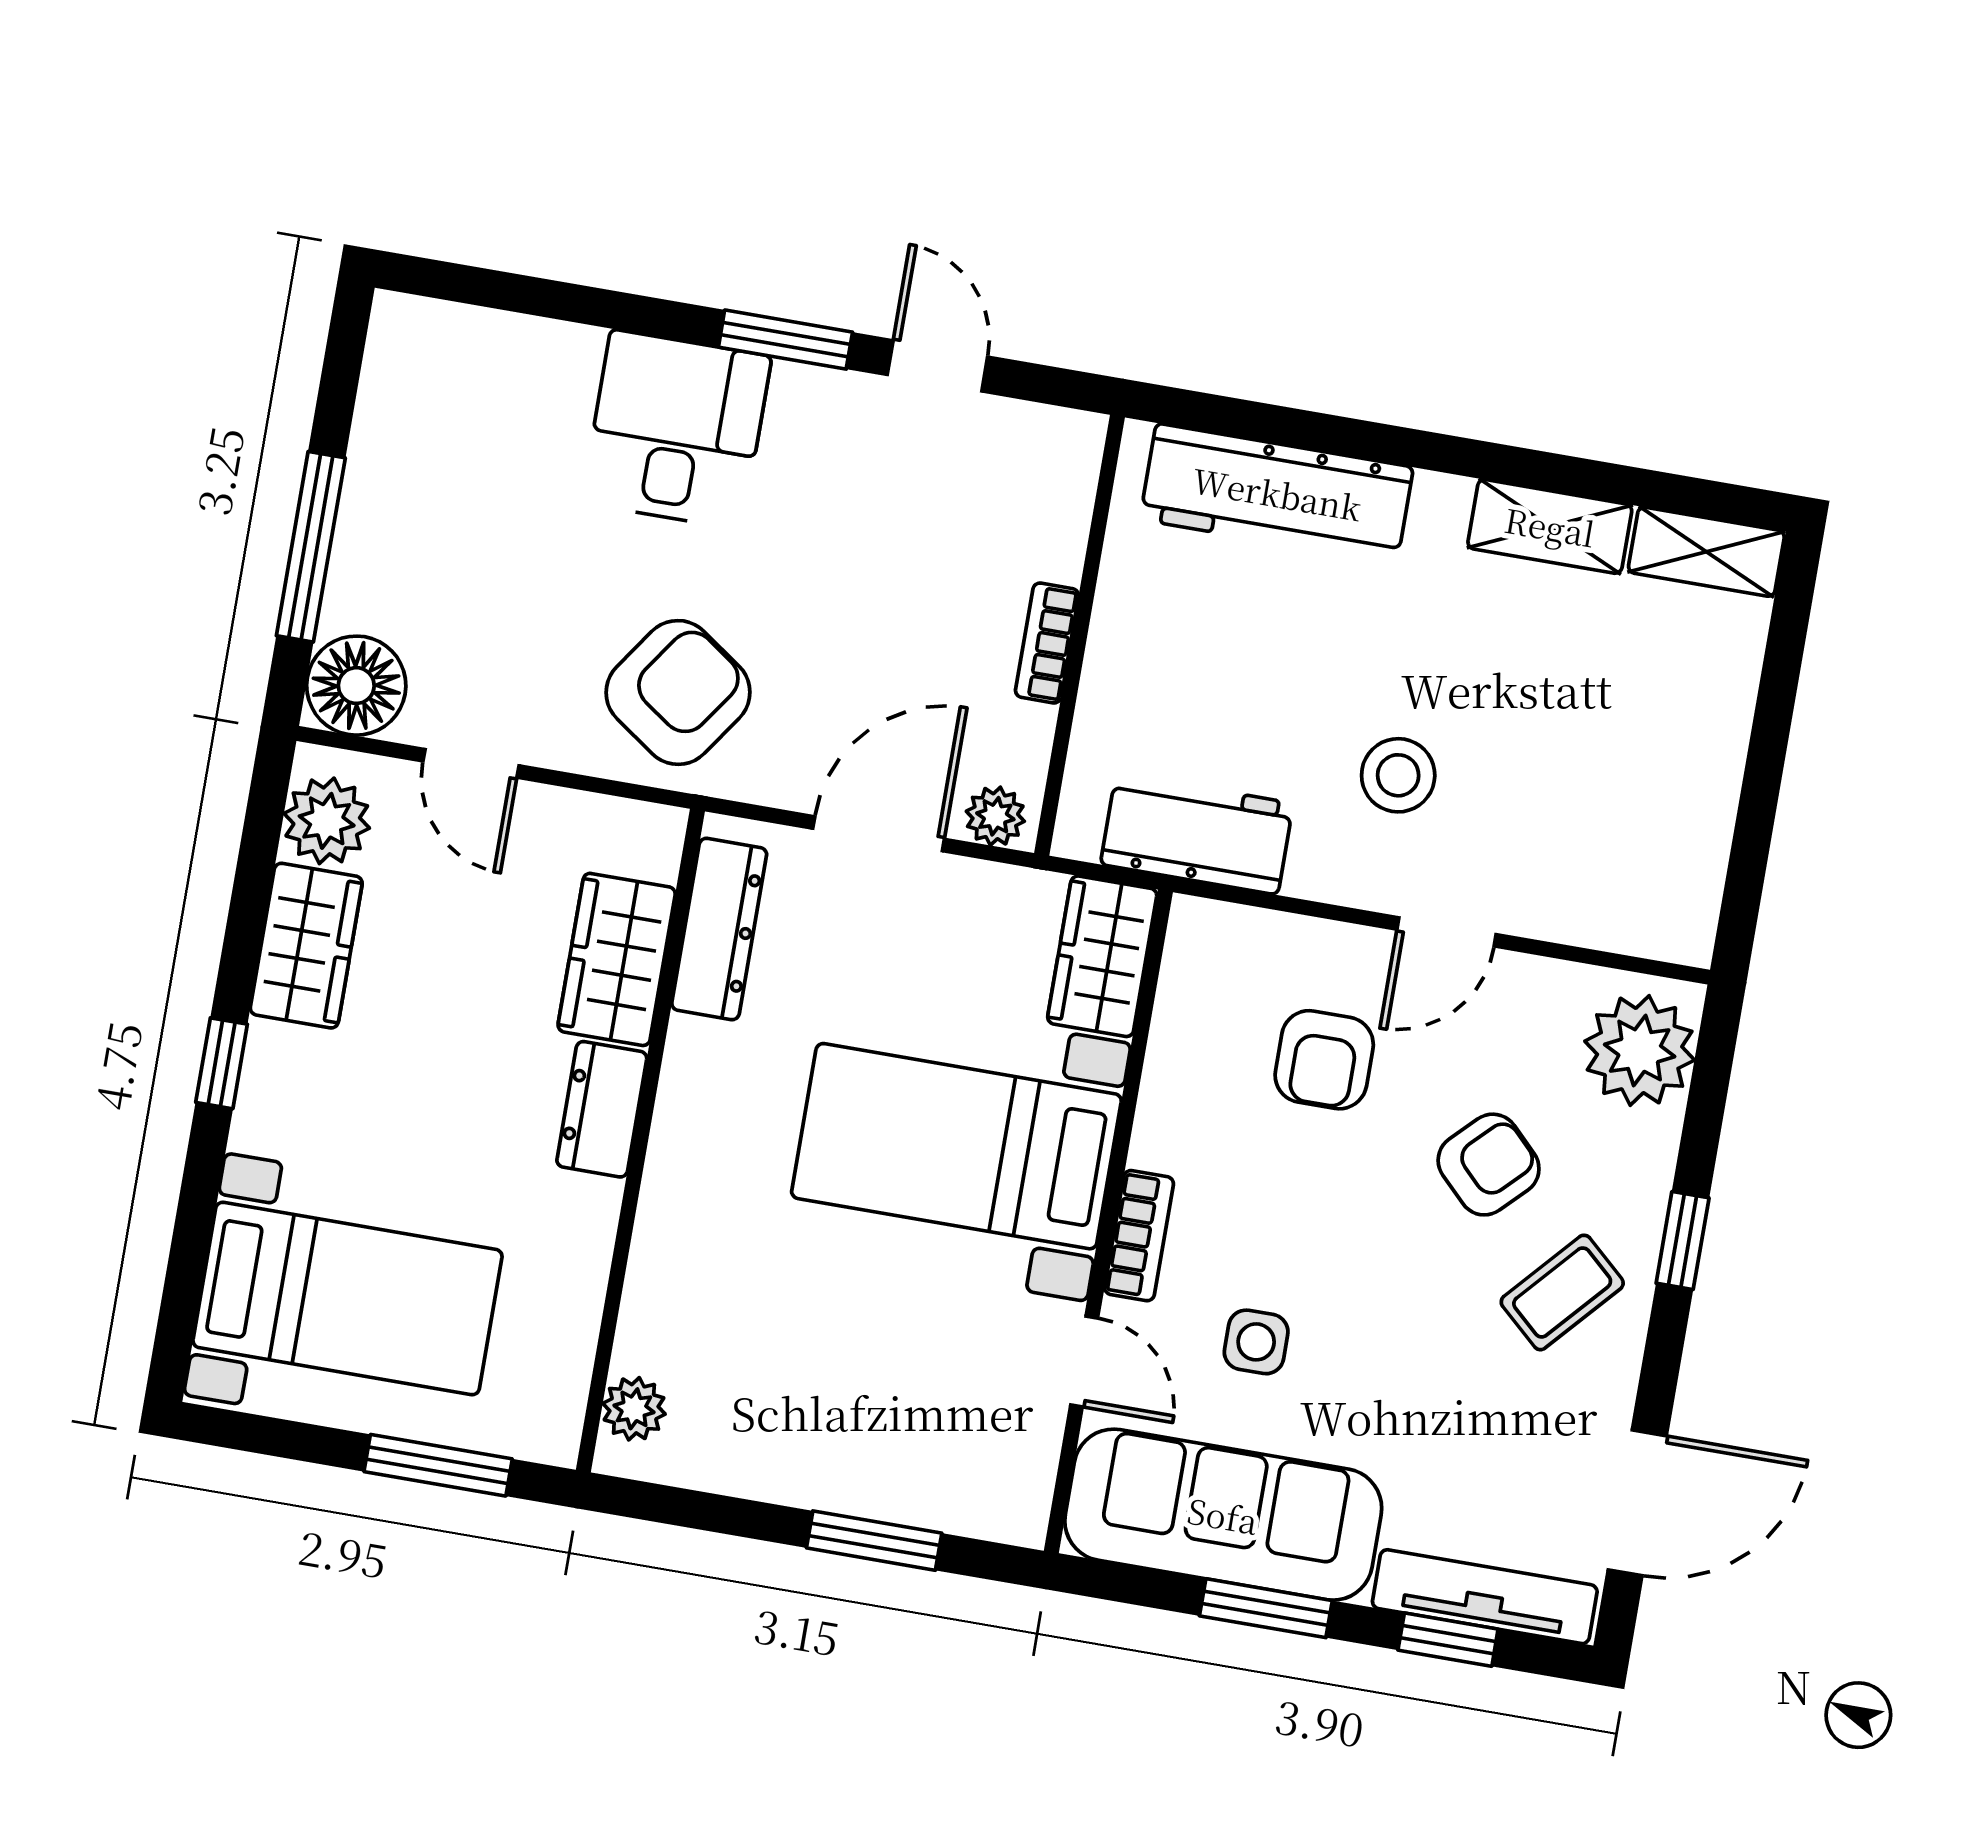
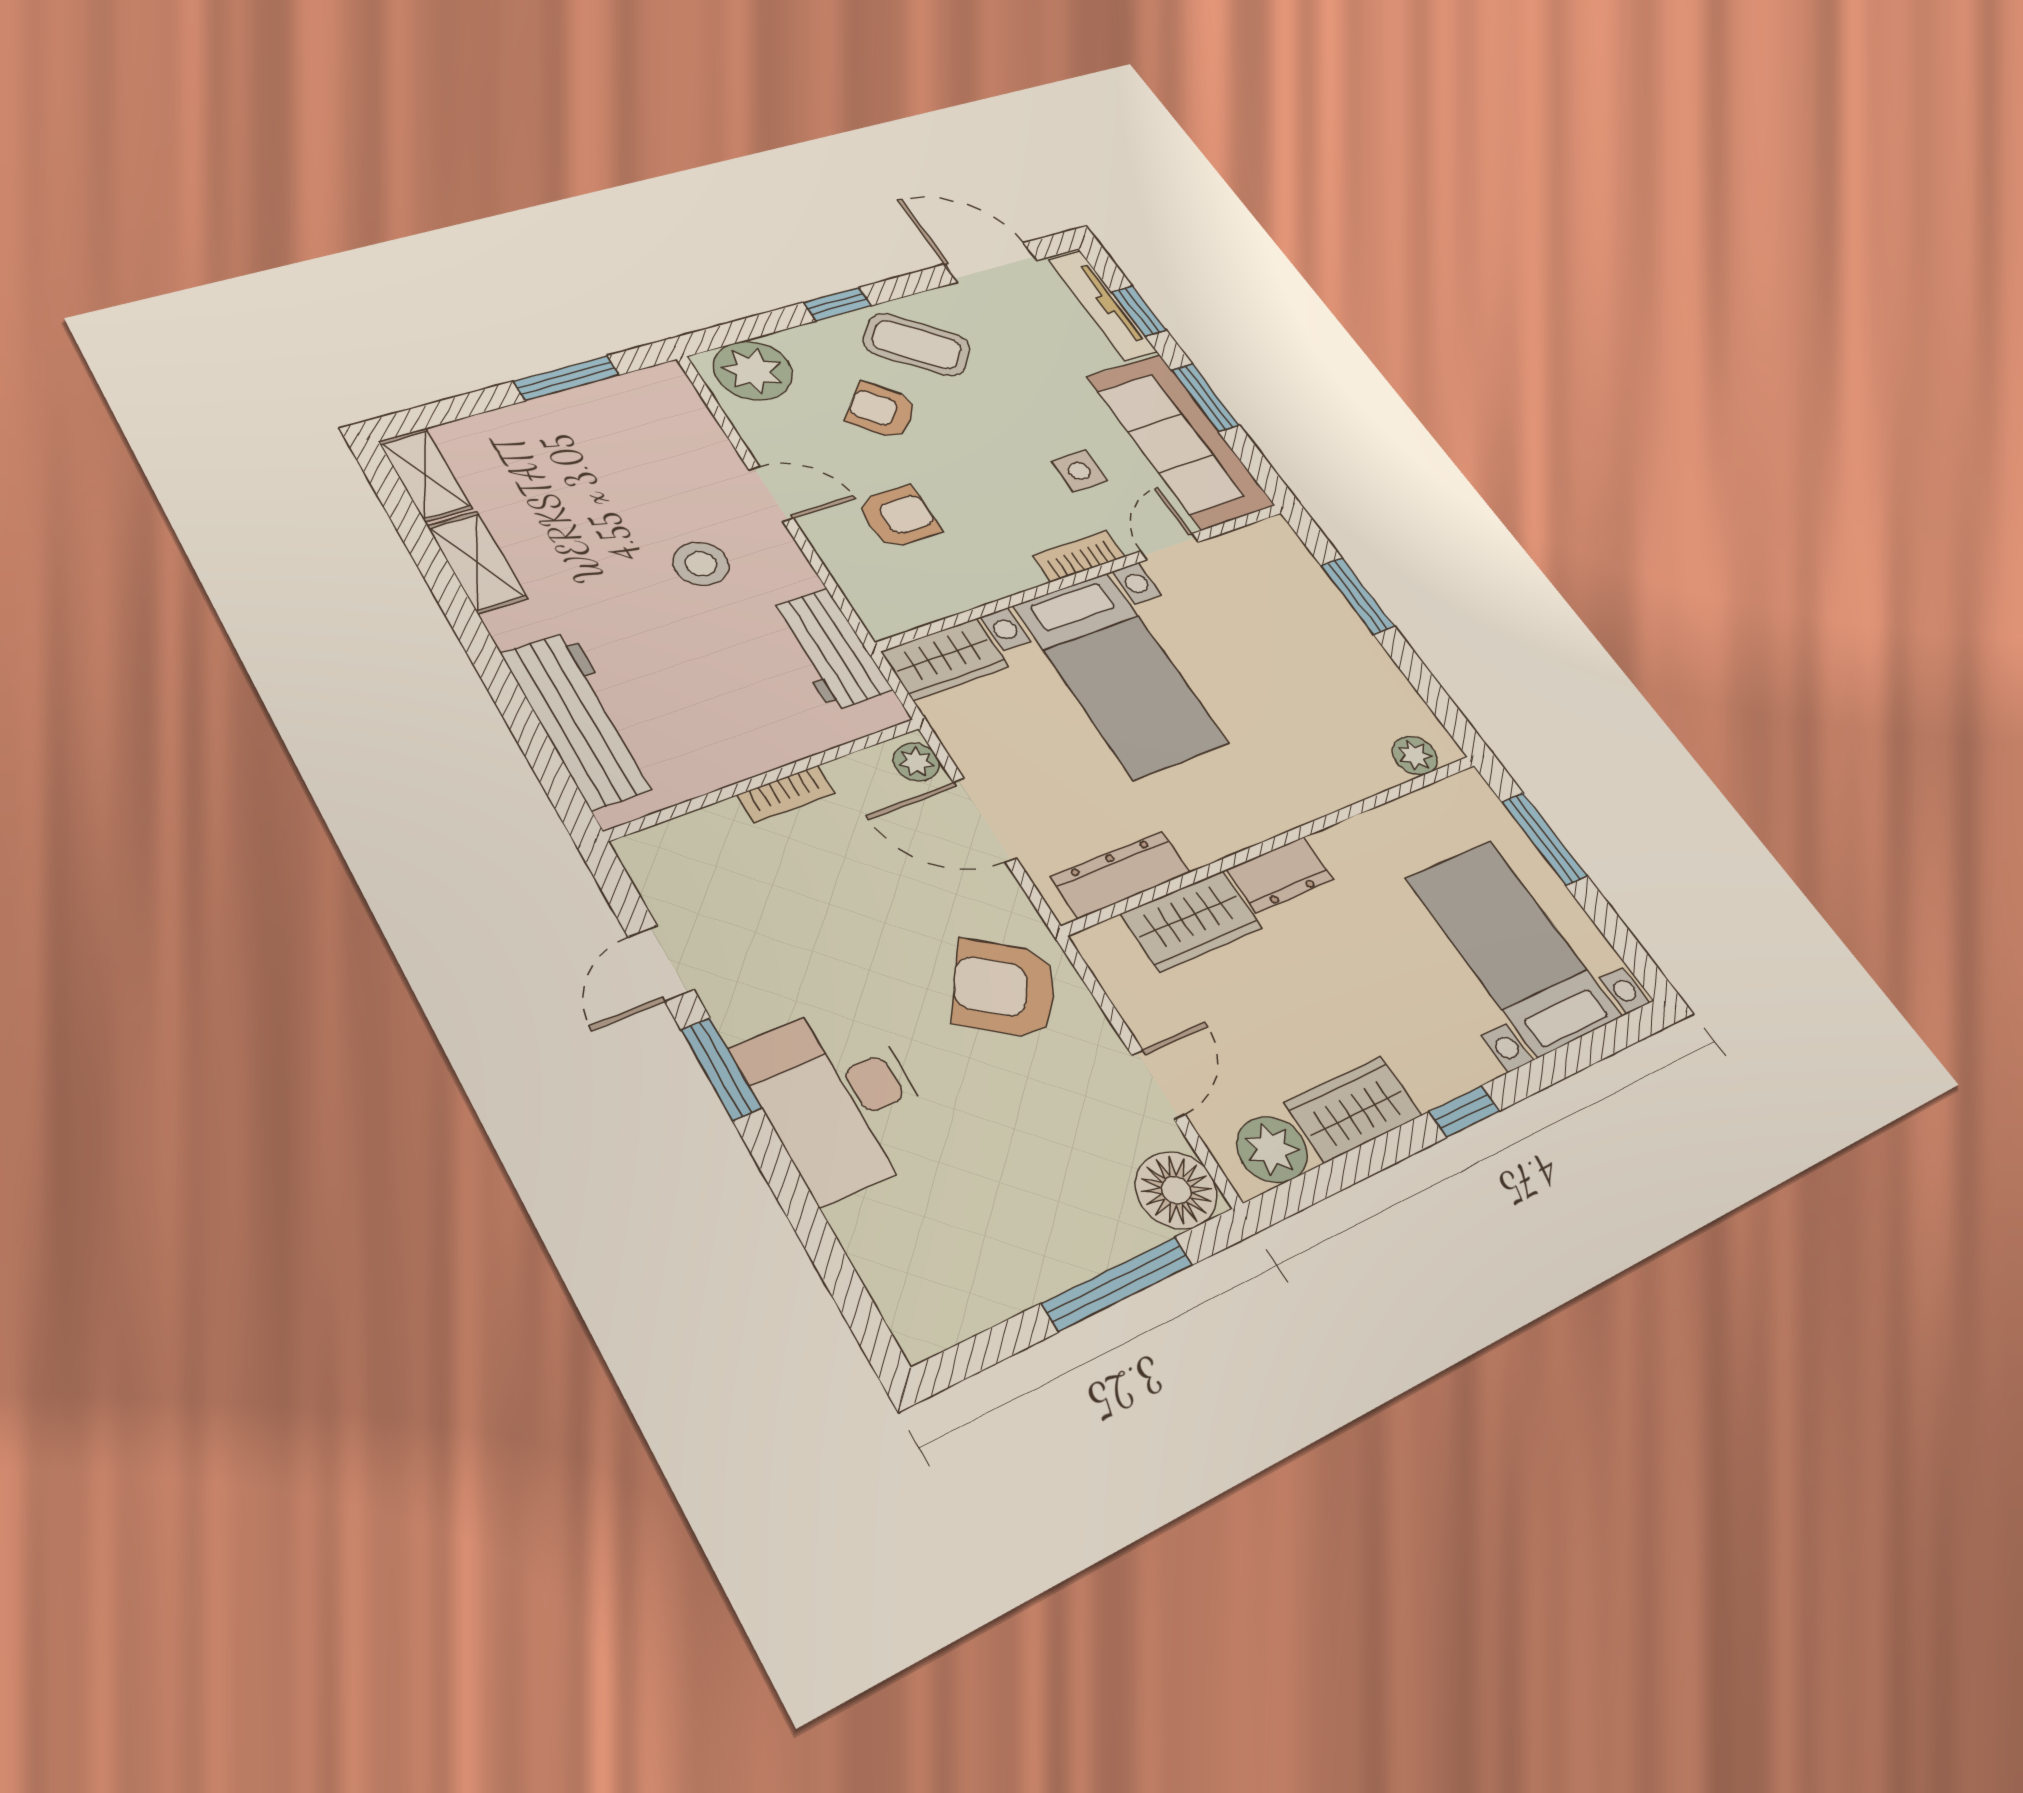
desk: (676, 430) -> (839, 1099), width x1.37
window: (1756, 814) -> (566, 378), added
coffee table: (1562, 1292) -> (917, 345), width x1.36, depth x1.30

